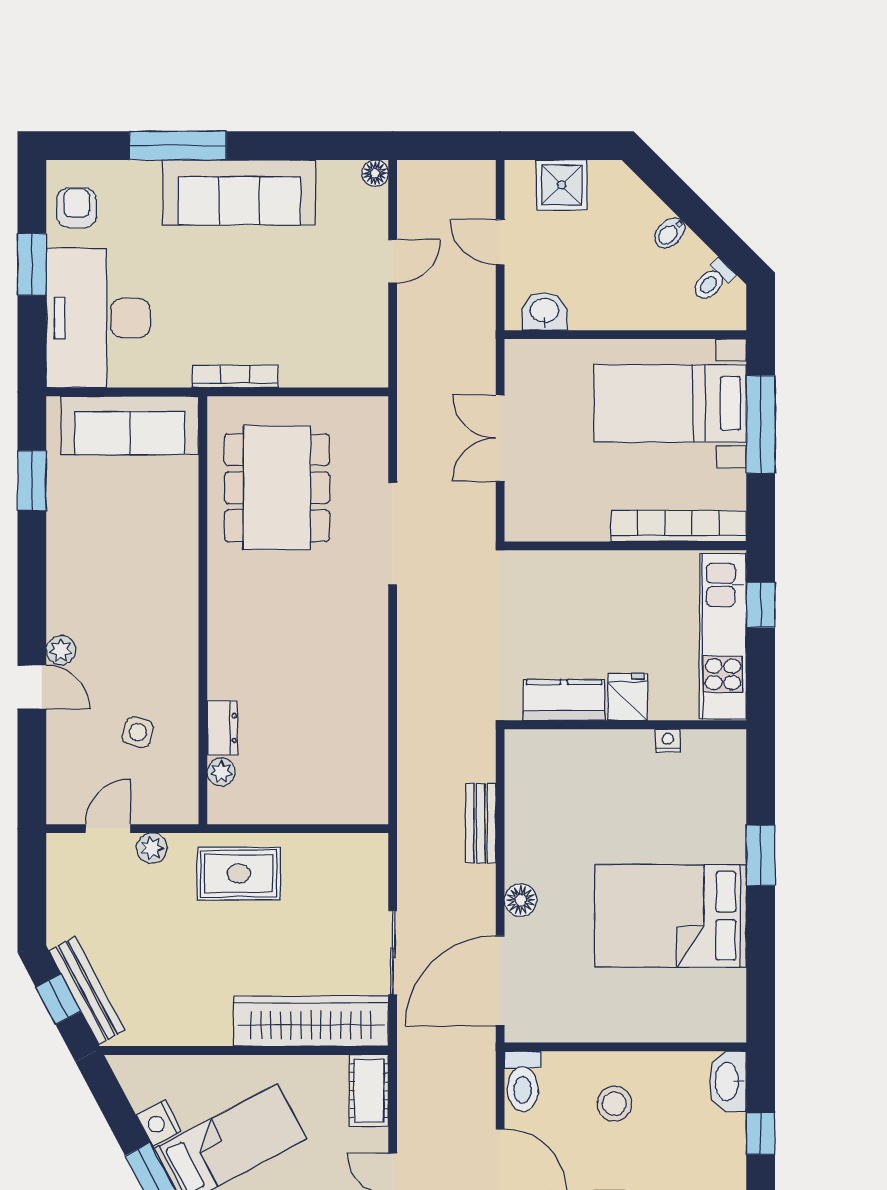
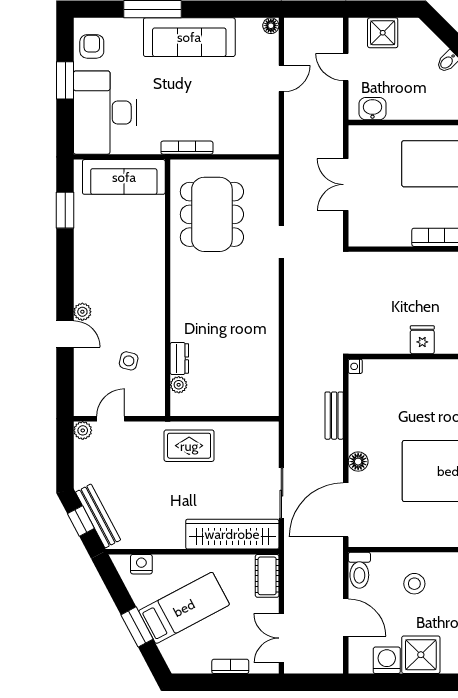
doorway: (393, 534) -> (281, 242), width x0.53
kitchen counter: (564, 700) -> (384, 342), removed
nightstand: (668, 741) -> (355, 366), moved, turned -90
plant: (152, 848) -> (83, 430), moved
nightstand: (159, 1123) -> (141, 564), moved, turned 118

